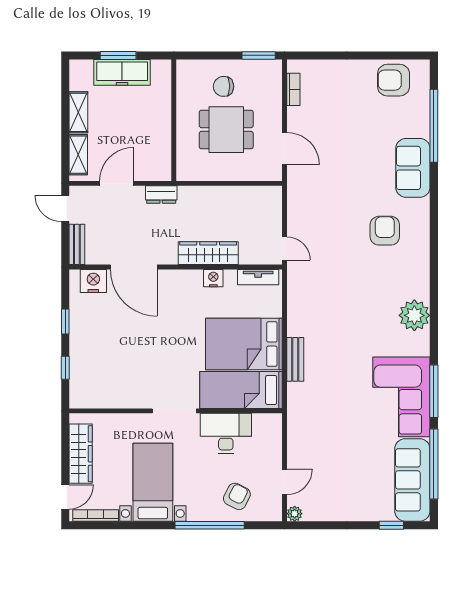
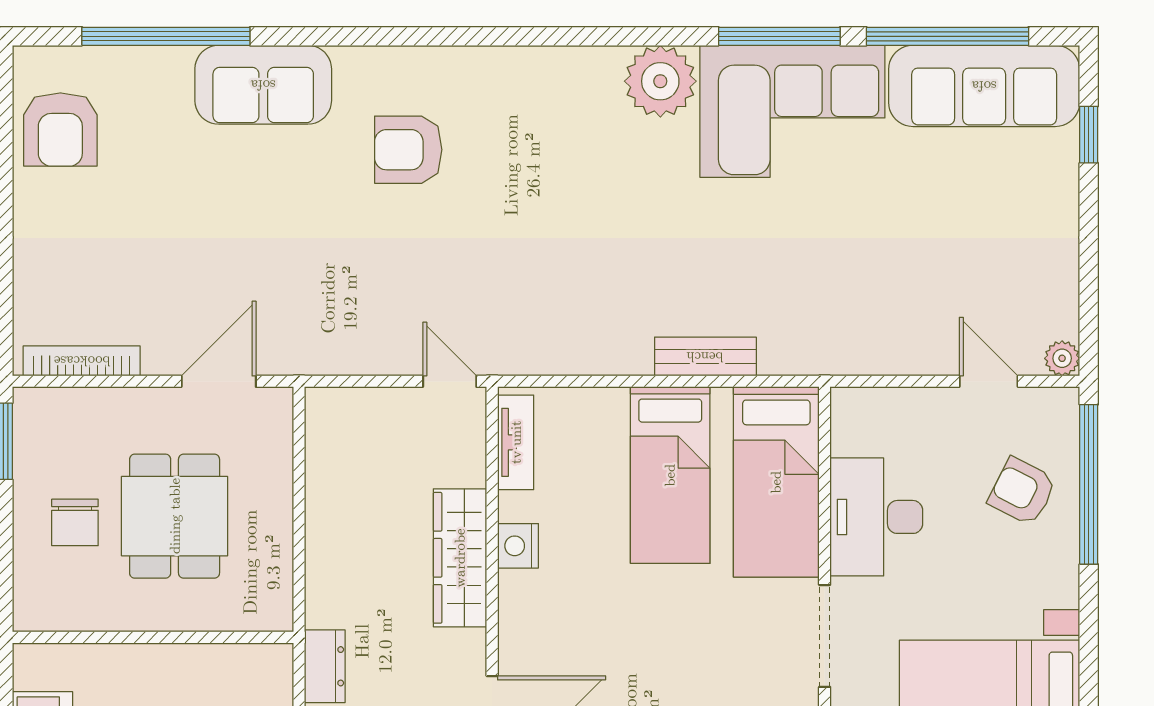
bookcase: (293, 89) -> (82, 361), width x1.56
door: (285, 249) -> (450, 381), hinge flipped
plant: (414, 315) -> (660, 81), moved
bed: (244, 344) -> (670, 475), width x0.67
window: (210, 525) -> (1089, 484), moved

